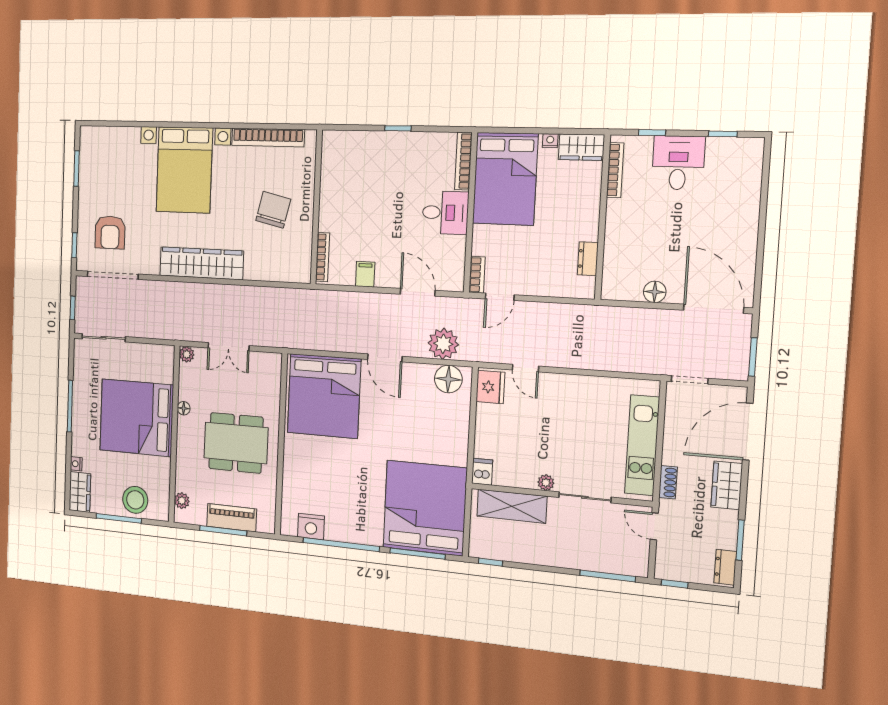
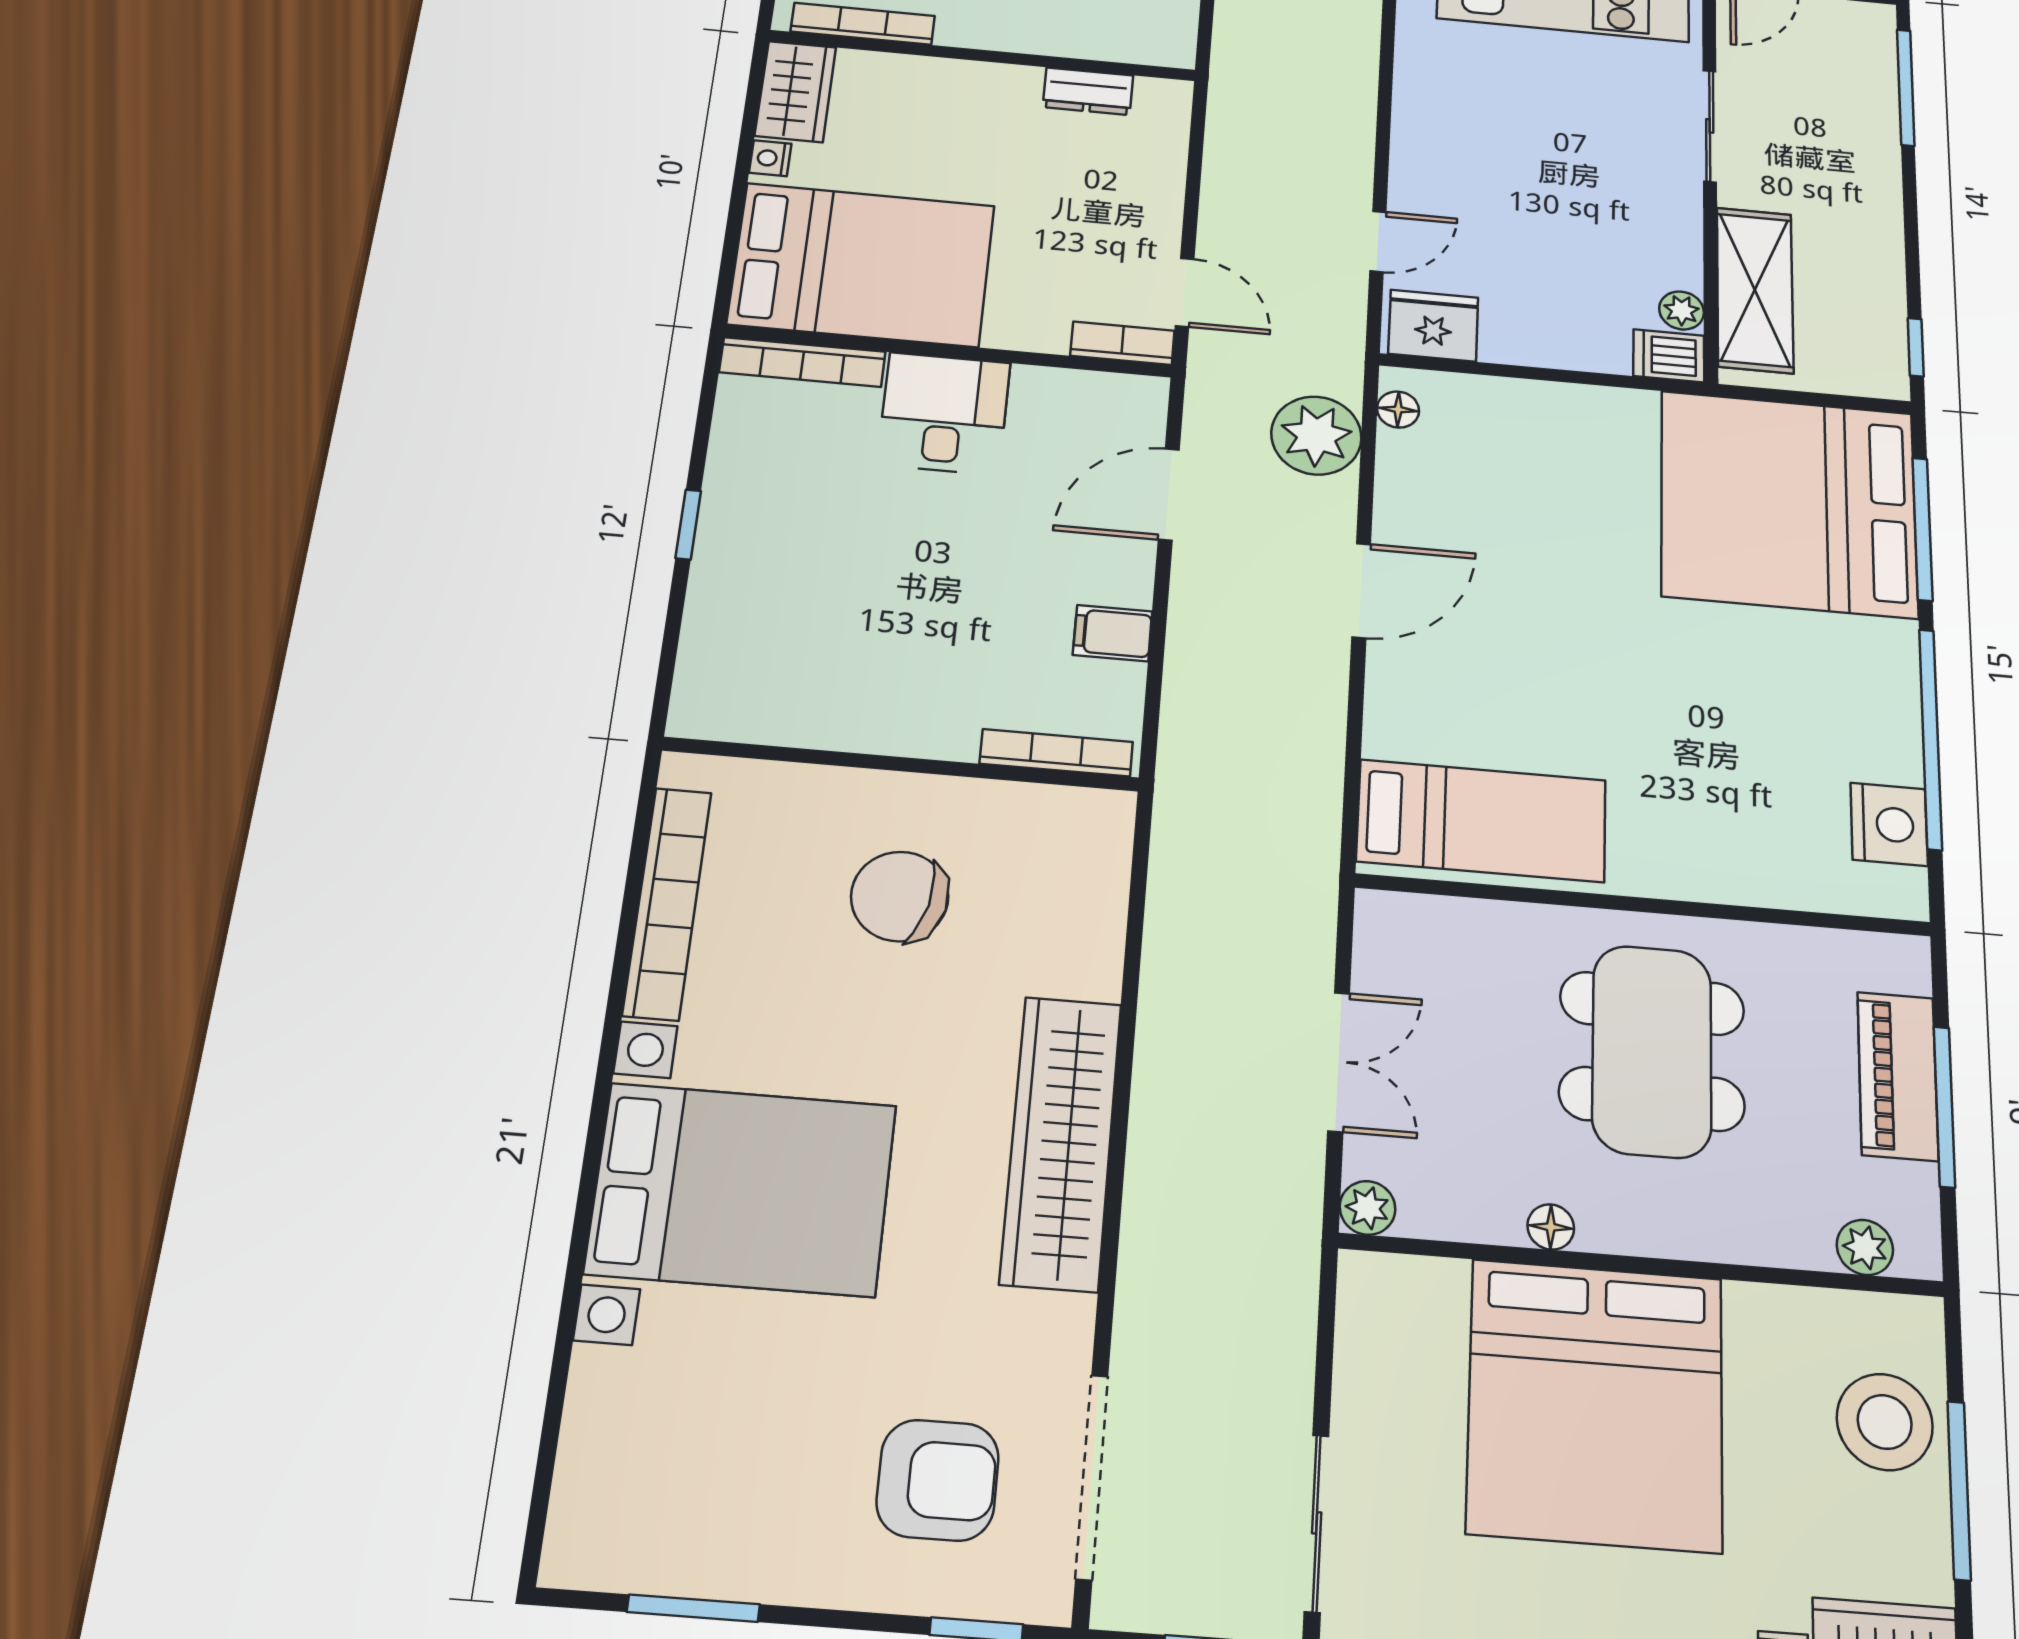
floor lamp: (448, 379) -> (1398, 410), width x0.53, depth x0.53
bed: (324, 396) -> (1482, 821), width x0.49
plant: (546, 483) -> (1682, 310), moved

